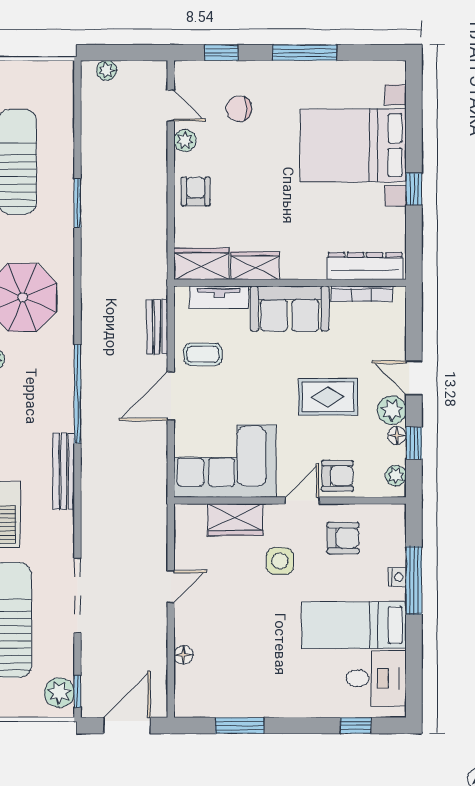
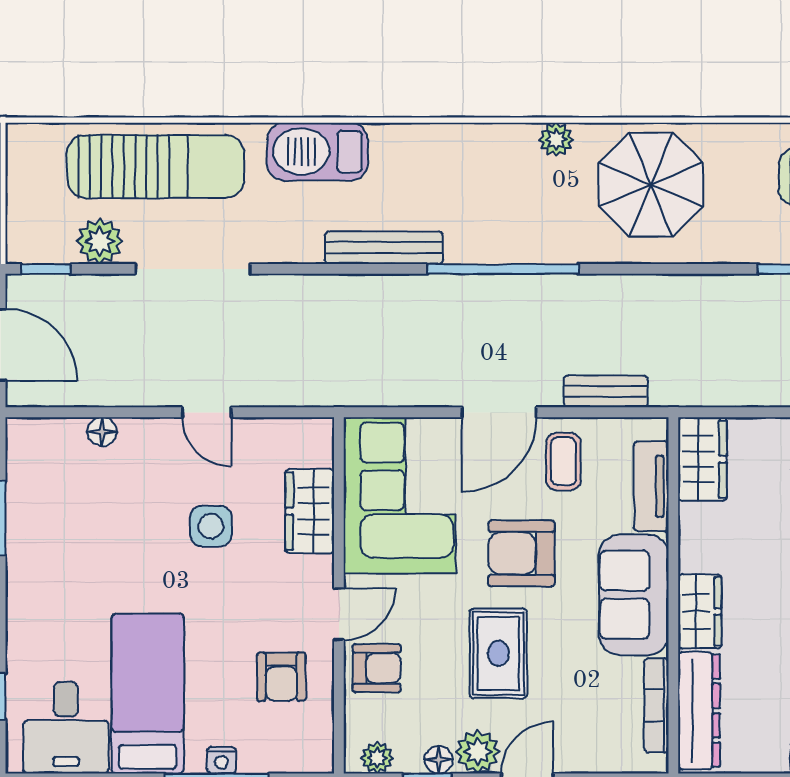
wardrobe: (255, 266) -> (700, 611), moved
armchair: (263, 382) -> (521, 553), added
door: (171, 396) -> (499, 412), swing flipped
armchair: (337, 476) -> (377, 668), turned -90
door: (302, 501) -> (339, 614), hinge flipped
side table: (280, 561) -> (211, 526), moved
plant: (59, 693) -> (100, 241), moved

